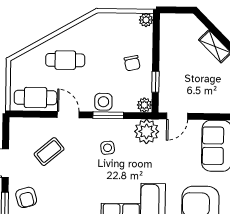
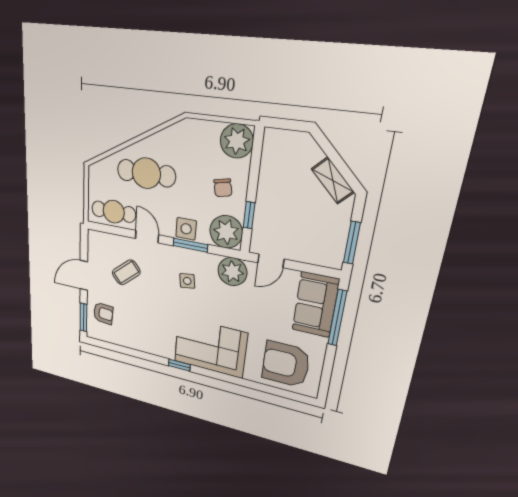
plant: (146, 20) -> (237, 141), width x1.88, depth x1.88
cafe table: (65, 60) -> (146, 173), width x1.37, depth x1.35
plant: (144, 105) -> (226, 232), width x1.87, depth x1.87
armchair: (26, 197) -> (103, 313), turned -70

